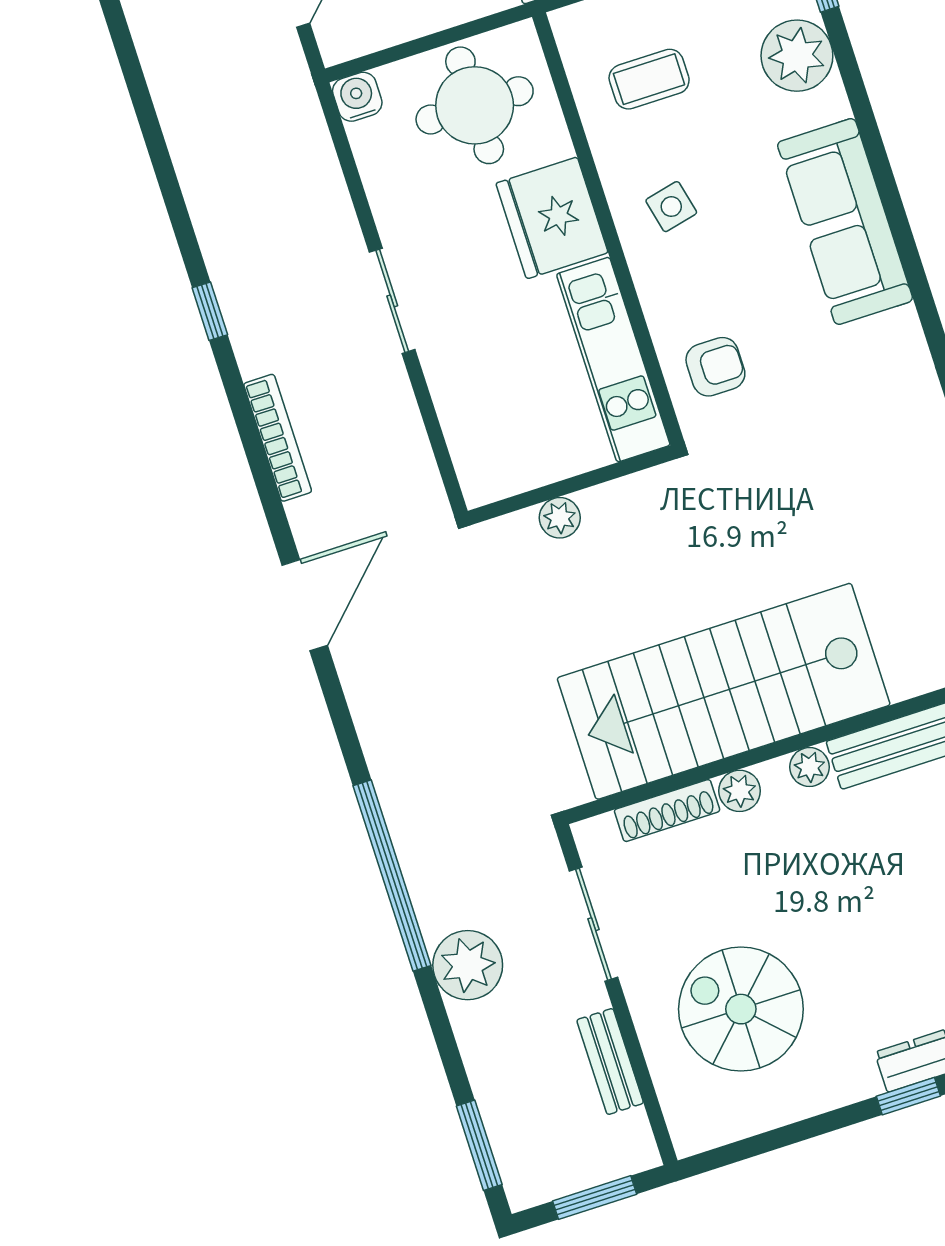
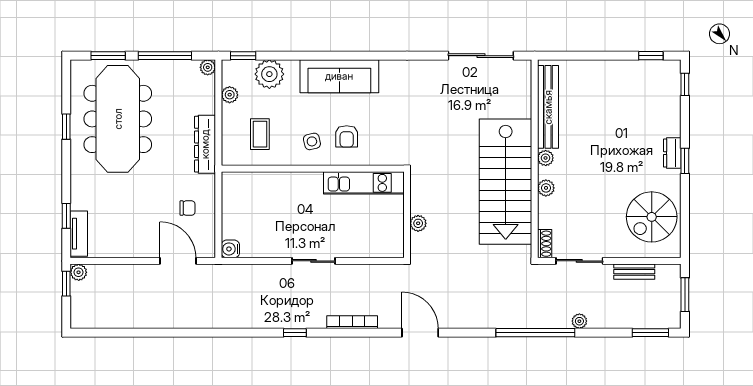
round table: (475, 105) -> (248, 205), removed
fridge: (552, 218) -> (301, 189), removed
armchair: (715, 367) -> (347, 136), moved, turned 180
shoe rack: (667, 811) -> (545, 244), moved, width x0.70
plant: (468, 965) -> (579, 321), width x0.53, depth x0.53
spiral stairs: (741, 1009) -> (652, 217), moved

